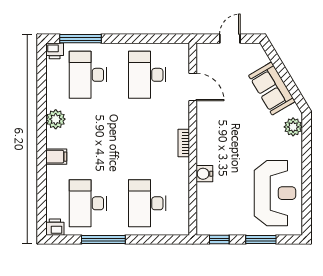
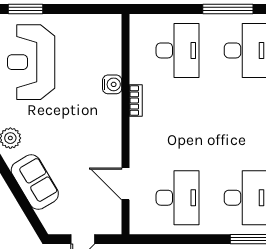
bookcase: (184, 143) -> (136, 101), moved
window: (219, 239) -> (95, 9), removed
window: (261, 239) -> (26, 9), moved

